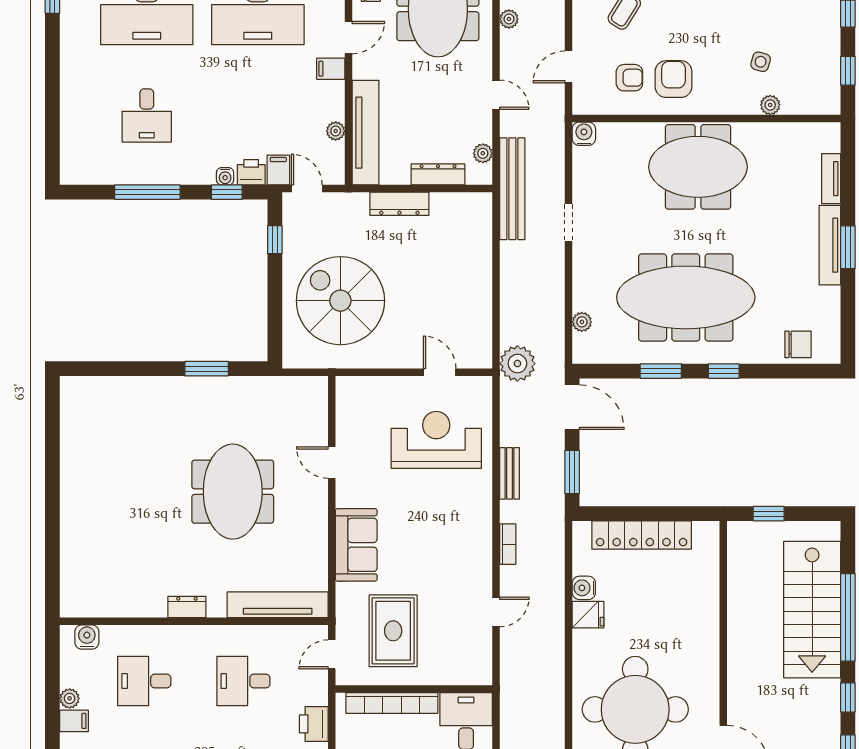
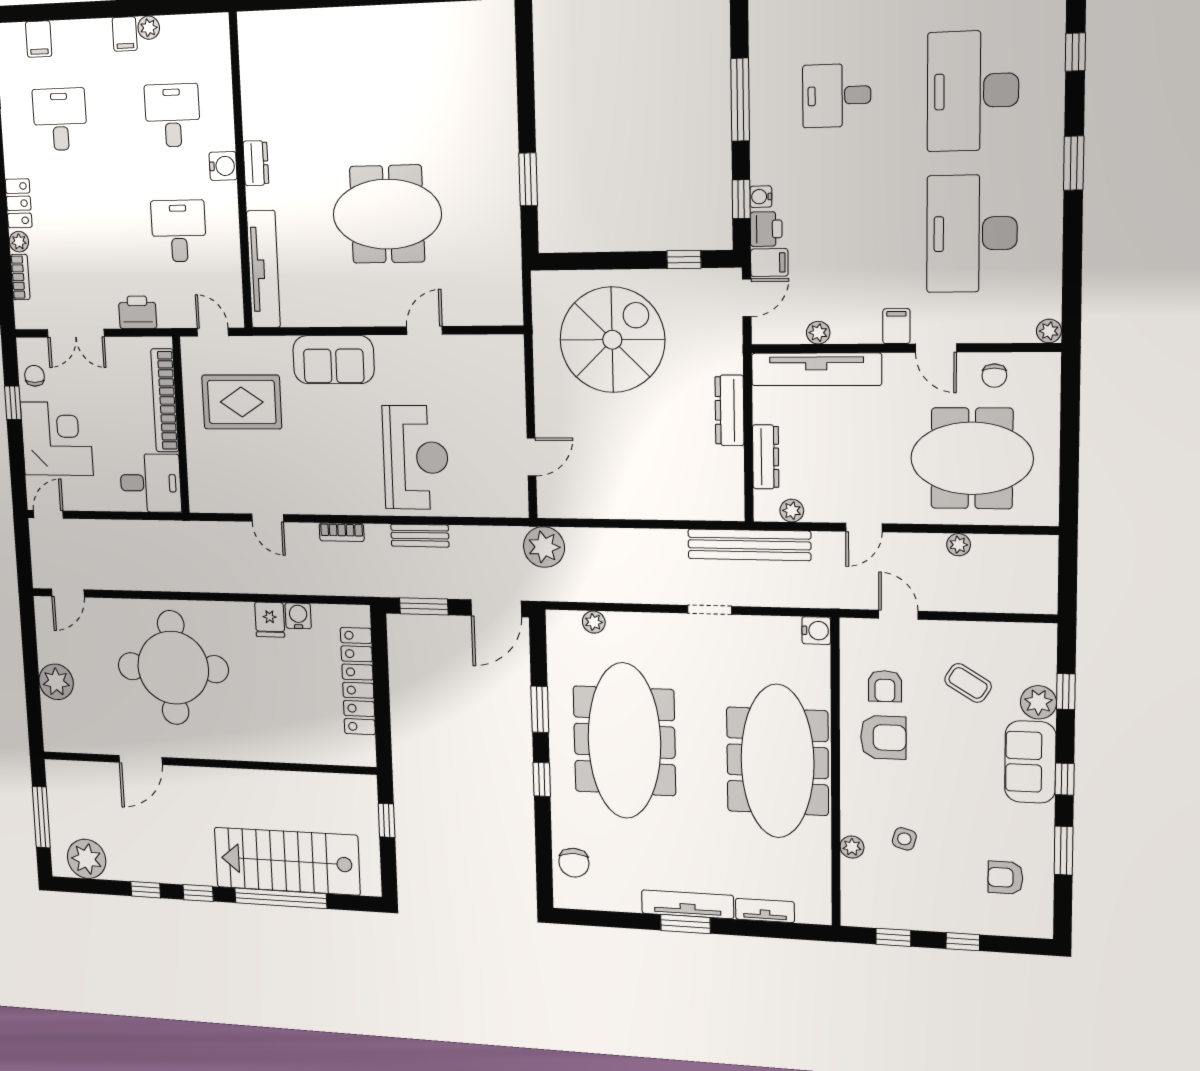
meeting table: (698, 167) -> (777, 761), width x1.36
reception desk: (436, 440) -> (416, 458), moved
water cooler: (87, 637) -> (223, 166), moved

